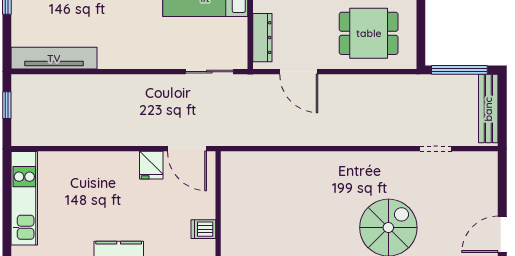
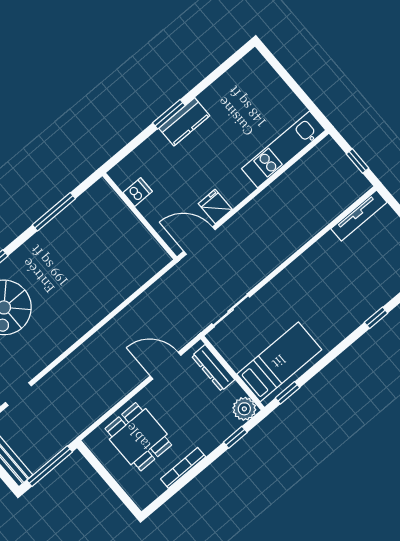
dining table: (369, 33) -> (138, 437), turned 90
tv unit: (54, 58) -> (359, 215), width x0.73, depth x0.78
kitchen unit: (24, 198) -> (284, 149), moved, turned 90

